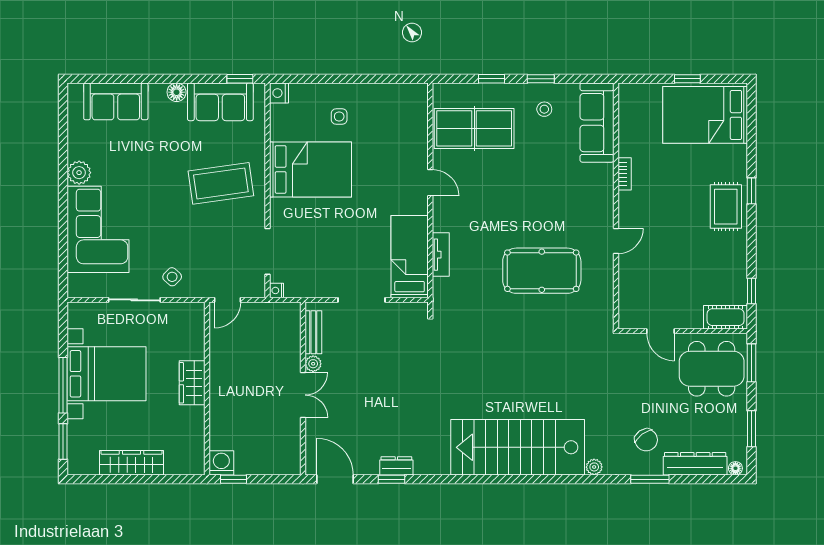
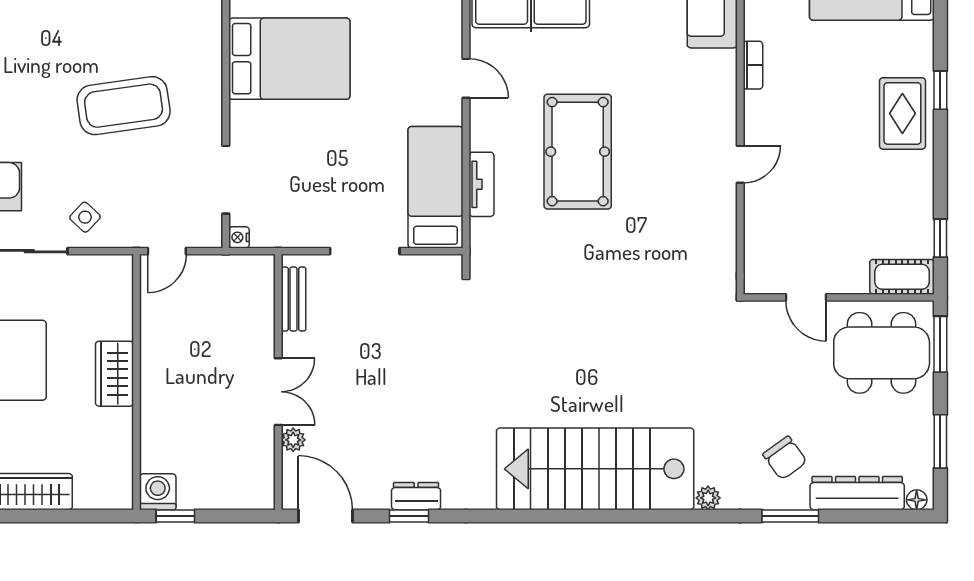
coffee table: (221, 183) -> (124, 106), moved
pool table: (542, 271) -> (578, 152), moved, turned 90
plant: (313, 364) -> (293, 440), moved

